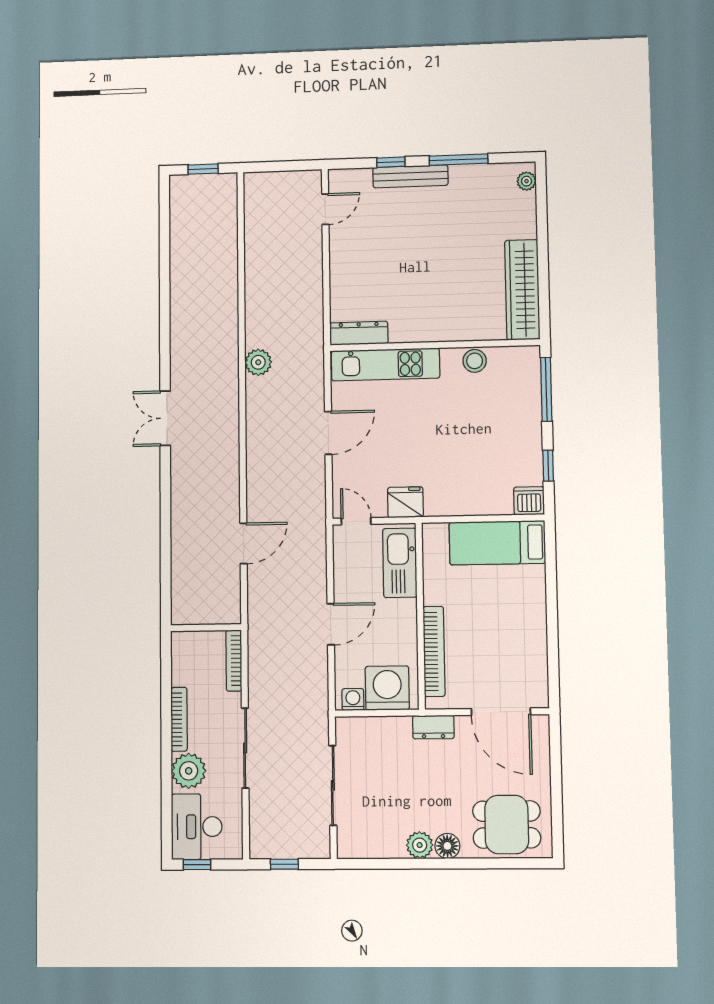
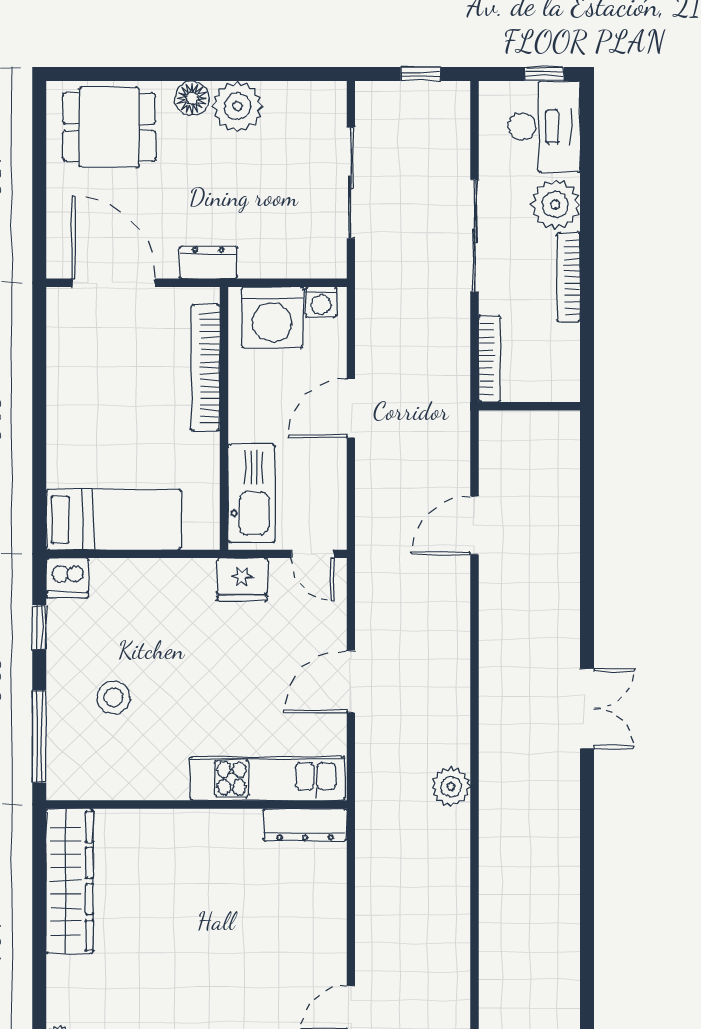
stool: (475, 361) -> (114, 697), moved
plant: (420, 845) -> (237, 106), width x1.36, depth x1.36

